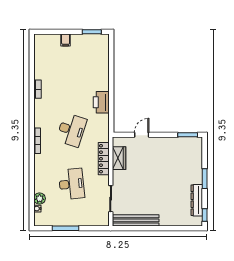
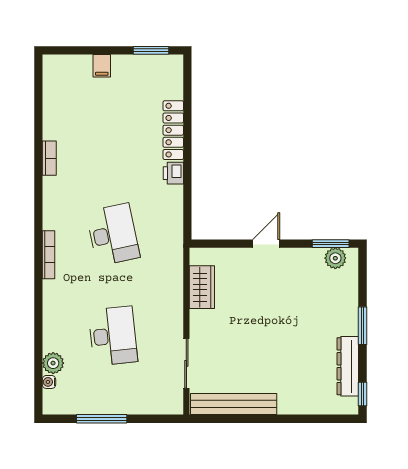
printer: (101, 102) -> (173, 173), width x0.53, depth x0.68
desk: (71, 130) -> (113, 235), turned -30
door: (142, 135) -> (266, 244), moved
plant: (190, 143) -> (335, 258), added
locker: (104, 159) -> (173, 130), moved

